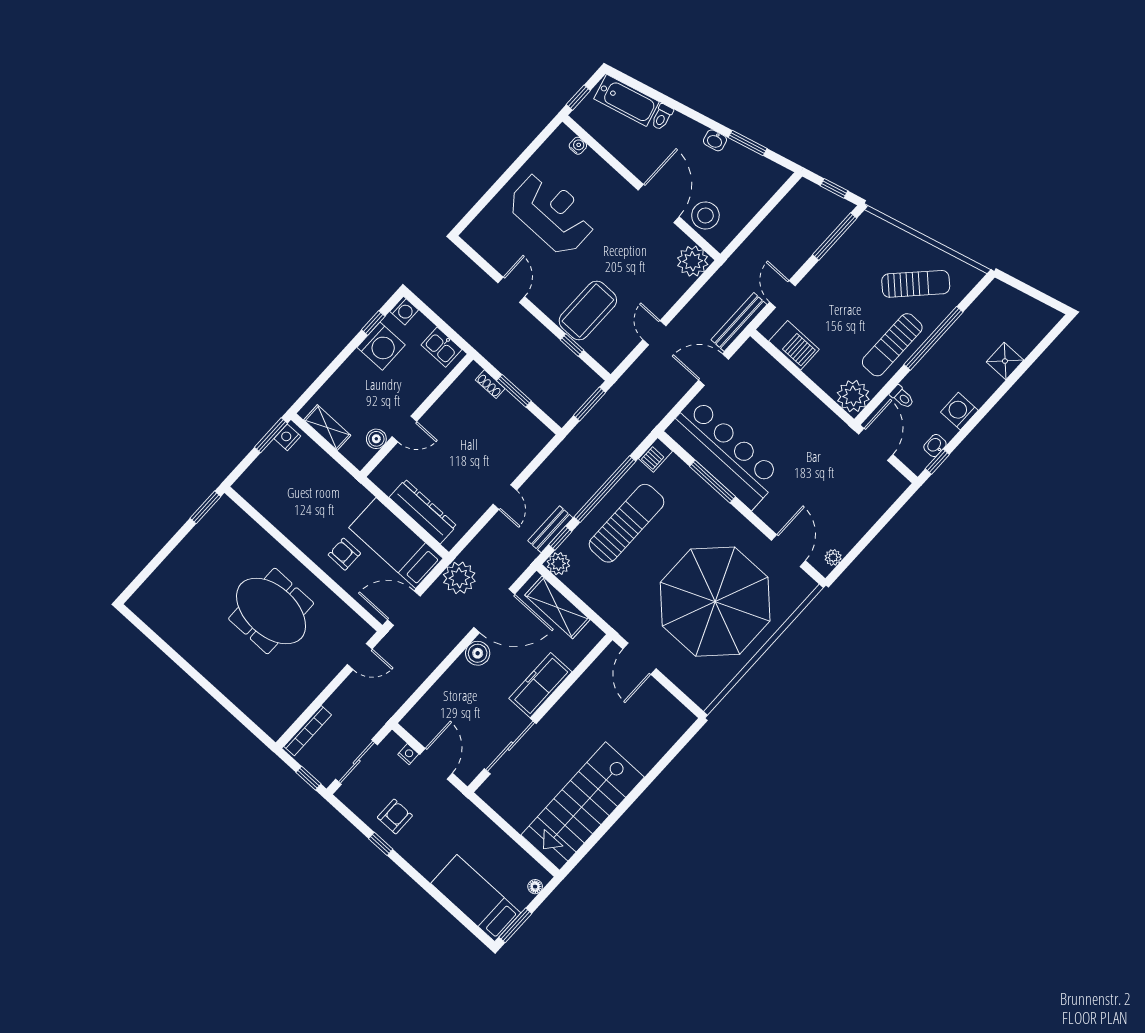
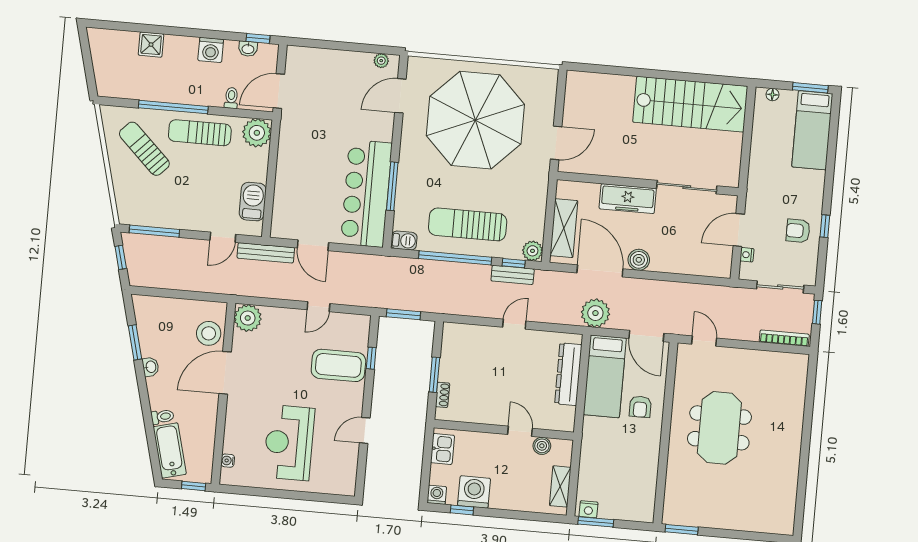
sun lounger: (892, 345) -> (200, 133), turned 180

